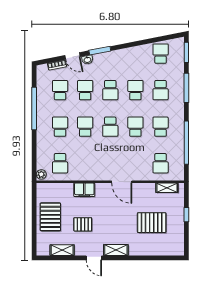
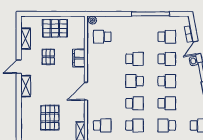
school desk: (110, 90) -> (167, 81), turned 180
school desk: (60, 127) -> (135, 37), removed
school desk: (161, 163) -> (102, 125), turned 180

